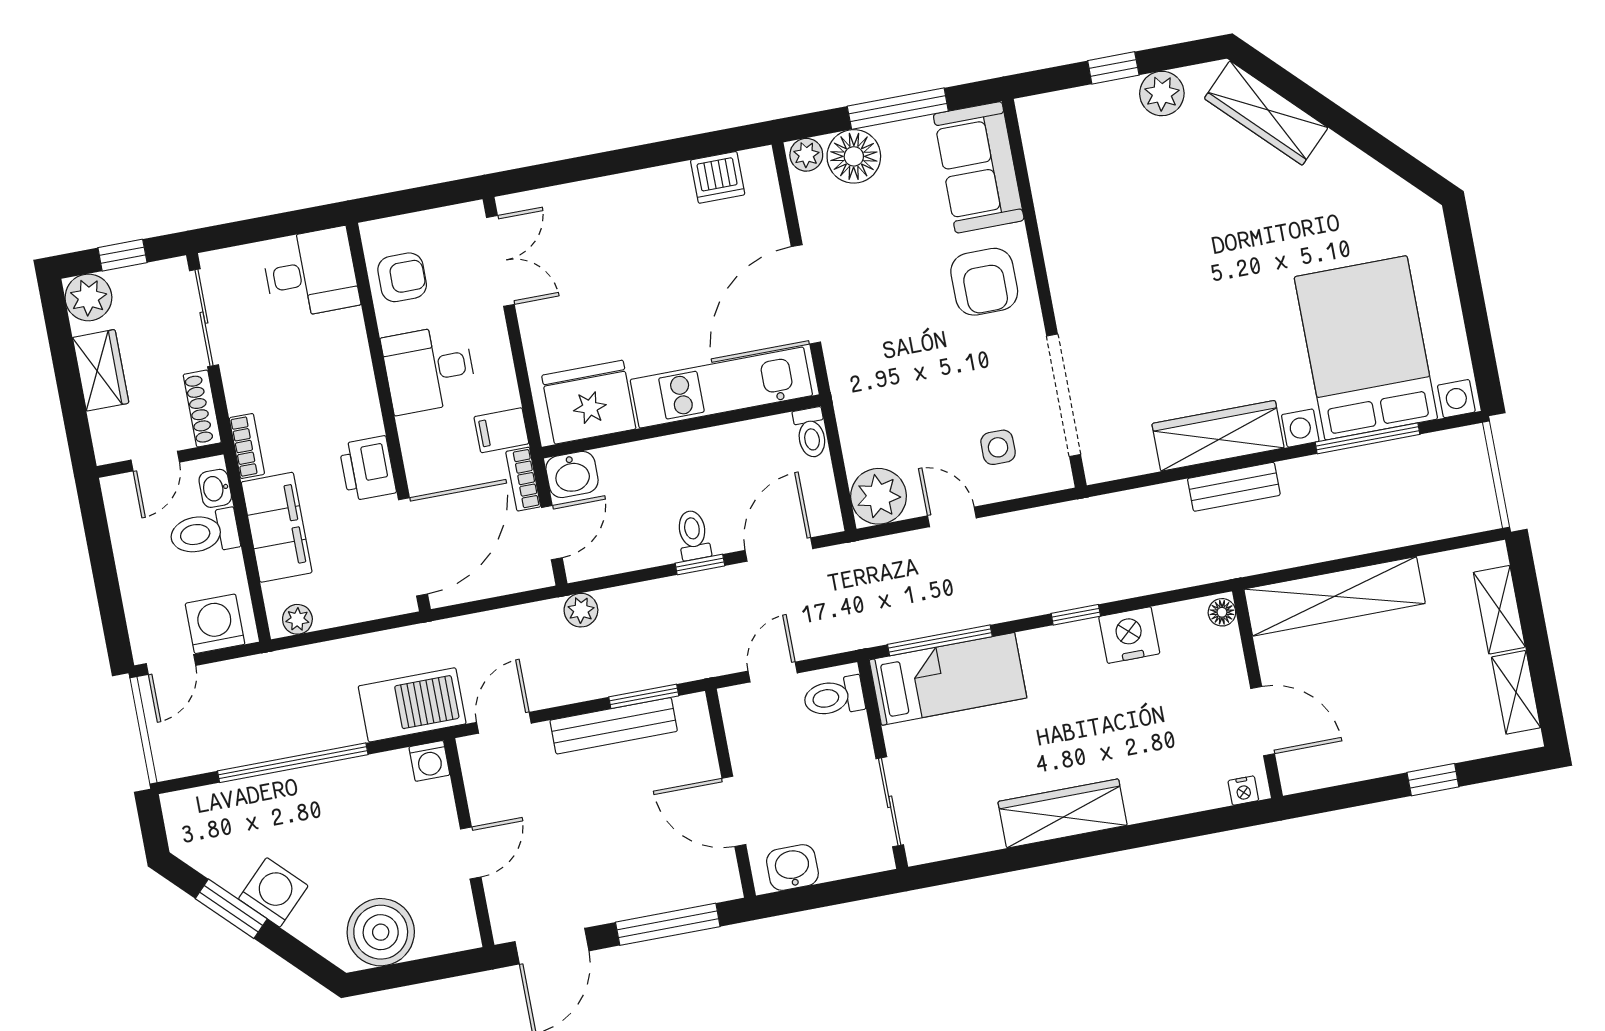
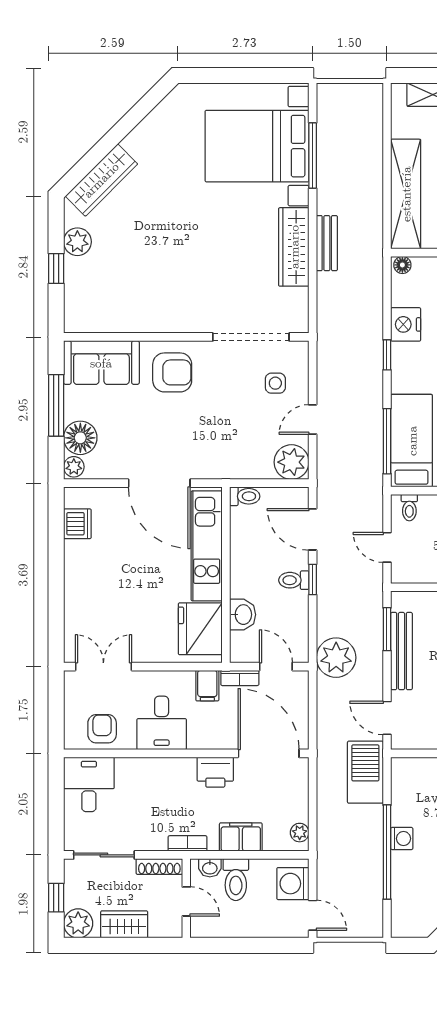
washbasin: (572, 474) -> (243, 615), moved
filing cabinet: (277, 527) -> (241, 837), width x0.67, depth x0.86
plant: (581, 610) -> (336, 658), width x1.87, depth x1.87
toilet: (834, 697) -> (409, 508), width x0.73, depth x0.72
washing machine: (429, 761) -> (402, 839), moved

